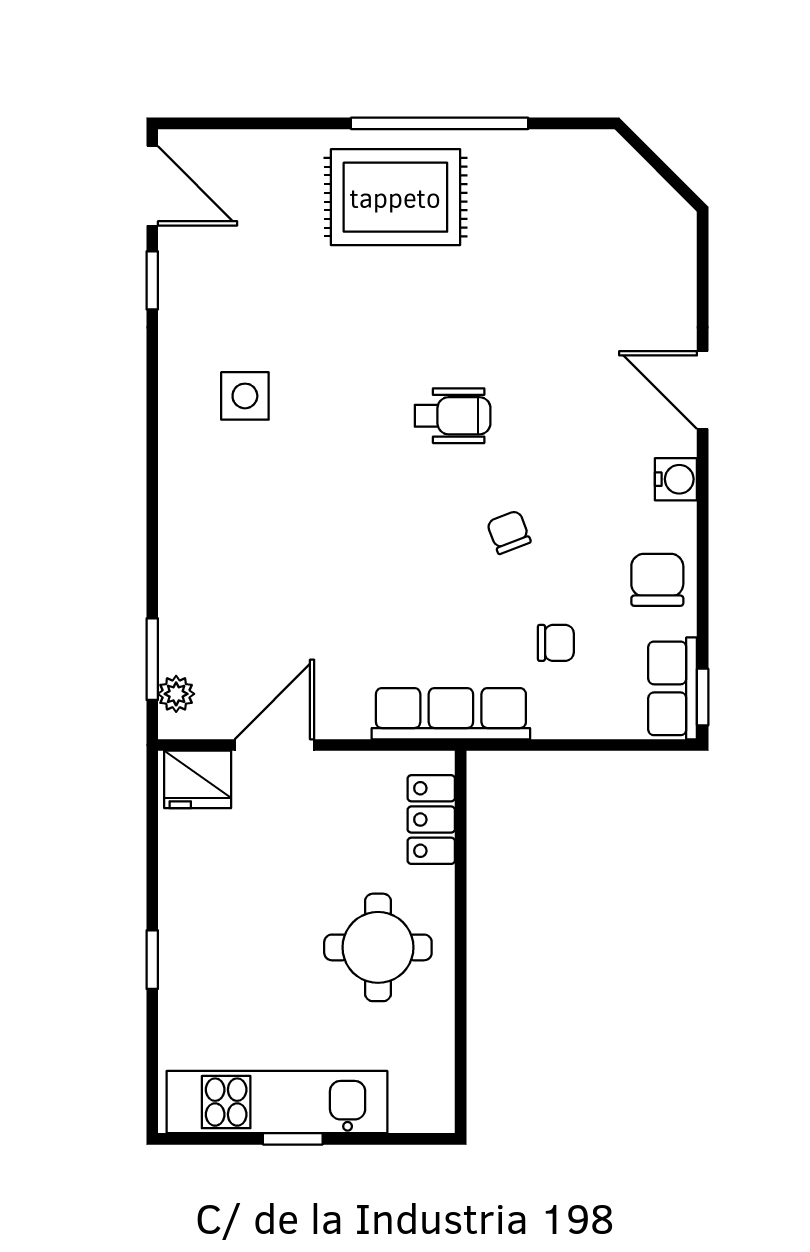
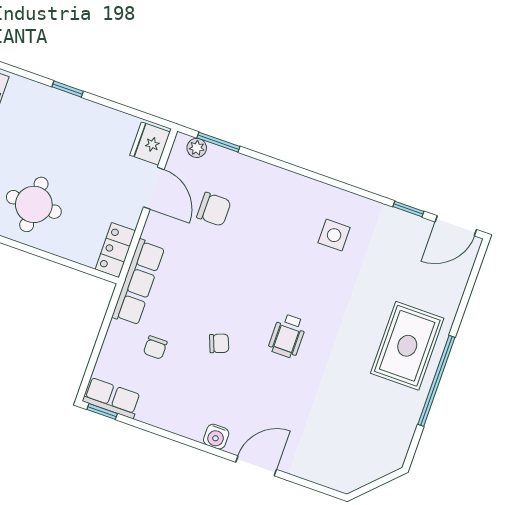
chair: (657, 580) -> (214, 209), moved
locker: (431, 820) -> (115, 250), moved, turned -90

